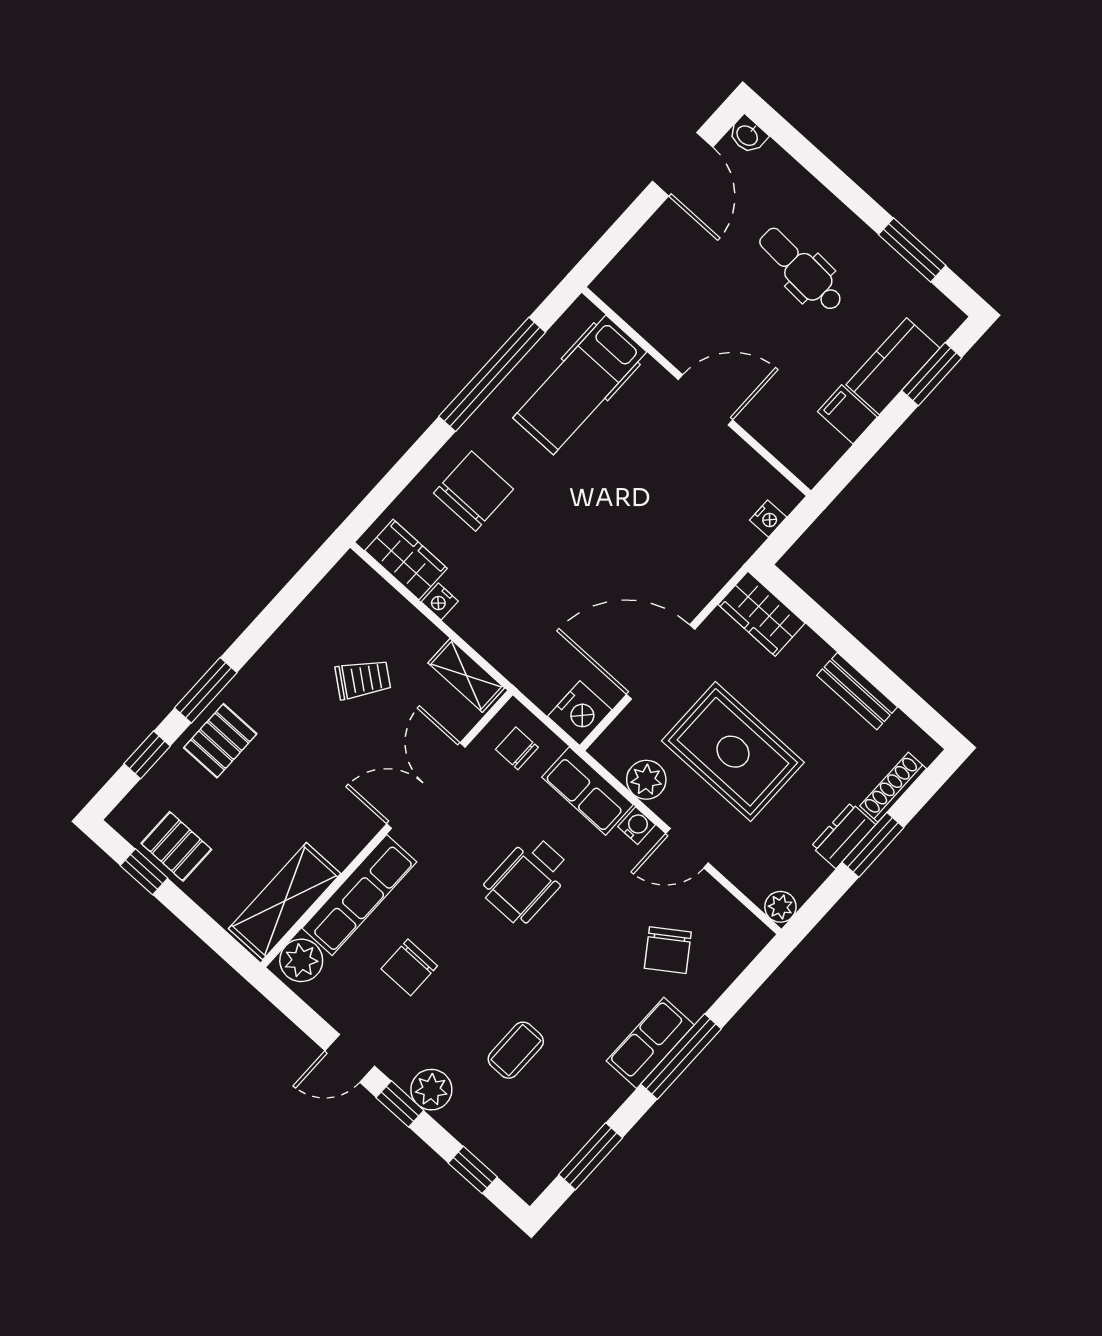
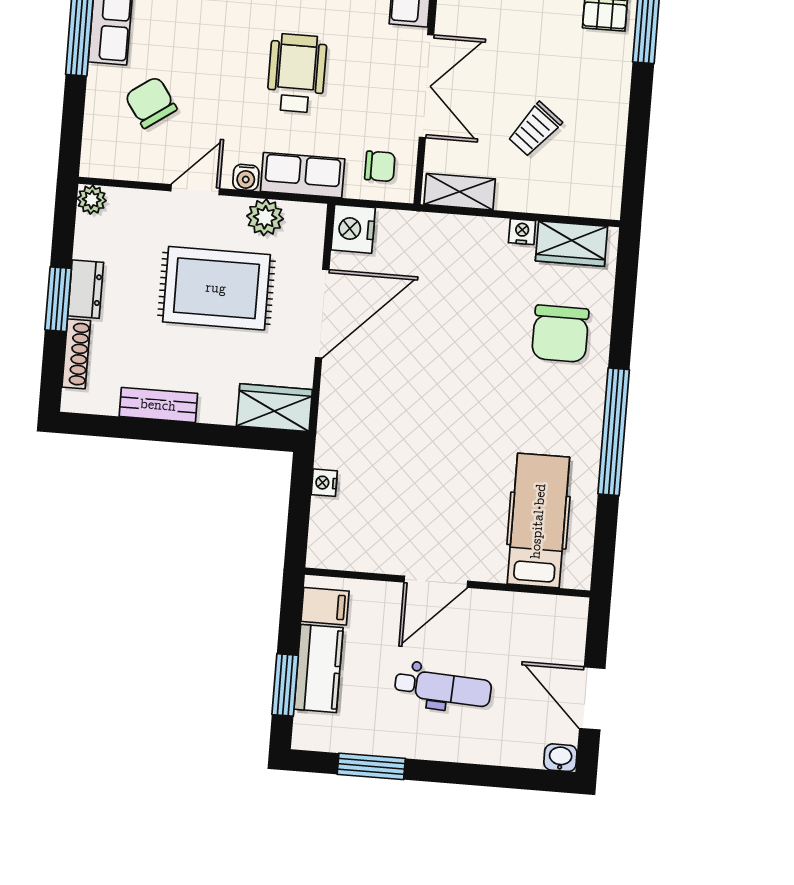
hospital bed: (580, 385) -> (538, 521), moved
wall: (696, 392) -> (447, 583), moved
door: (705, 400) -> (436, 582), moved

